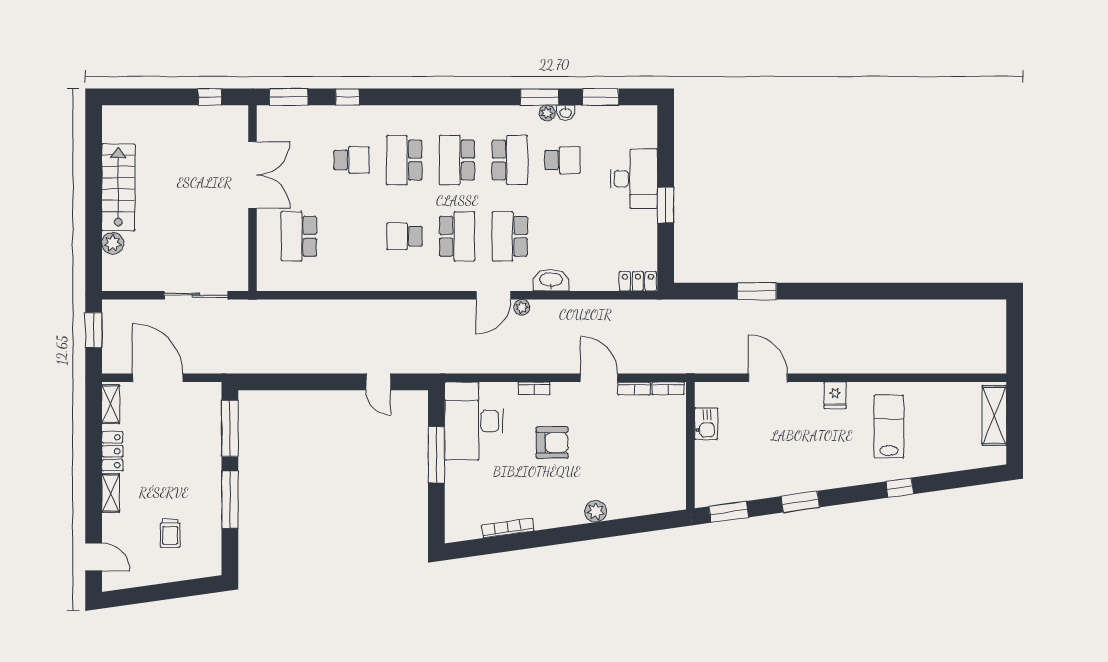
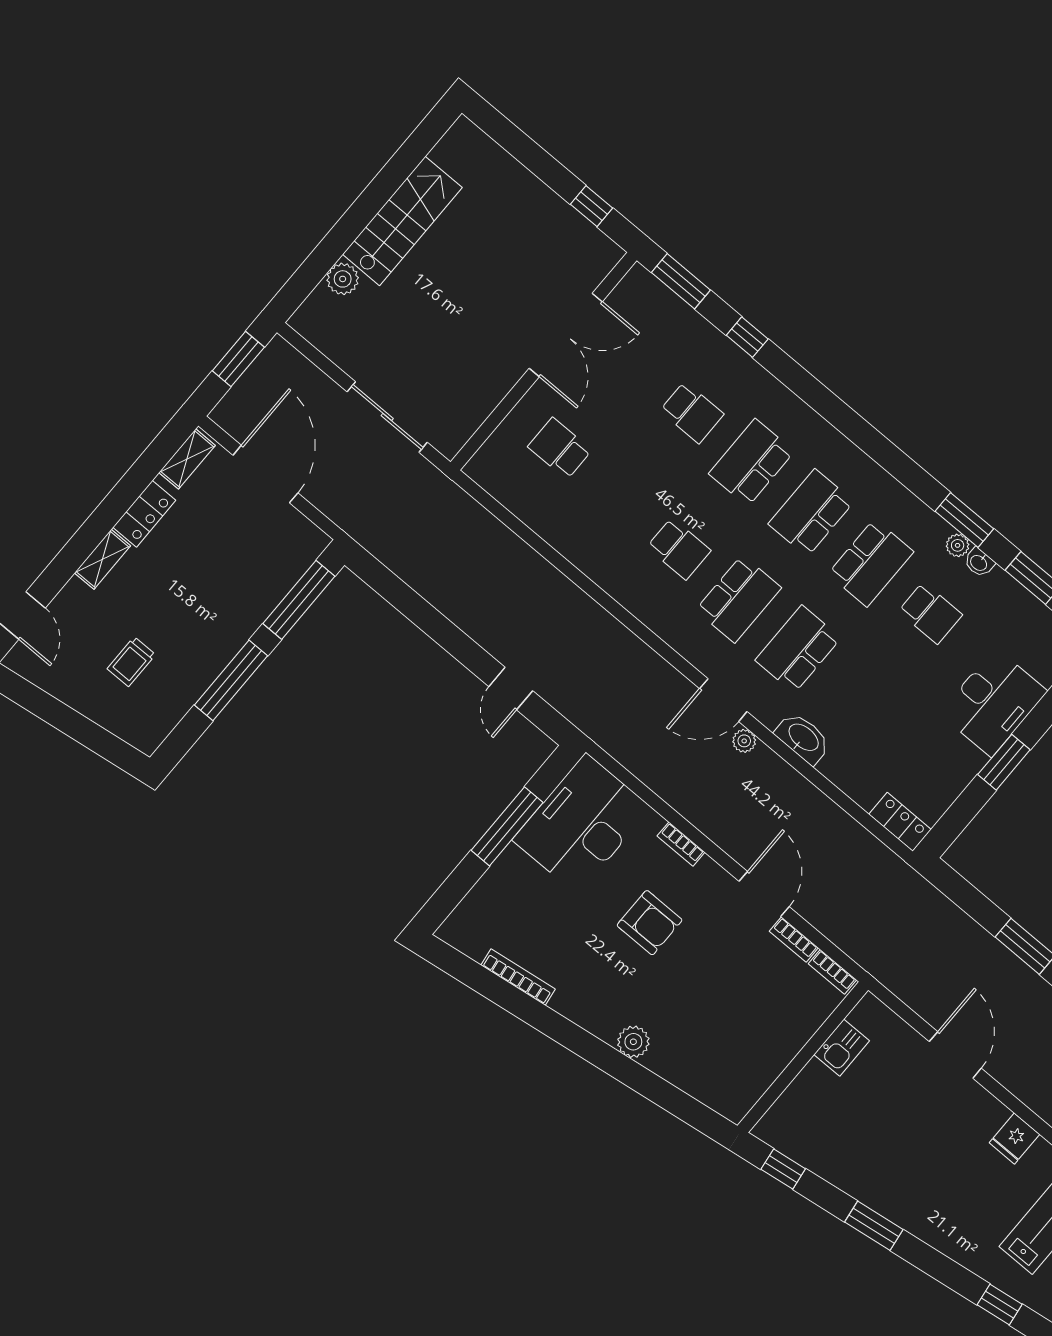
school desk: (299, 236) -> (560, 448), width x0.54
school desk: (404, 236) -> (679, 549), turned 180
window: (729, 512) -> (783, 1169), width x0.67

